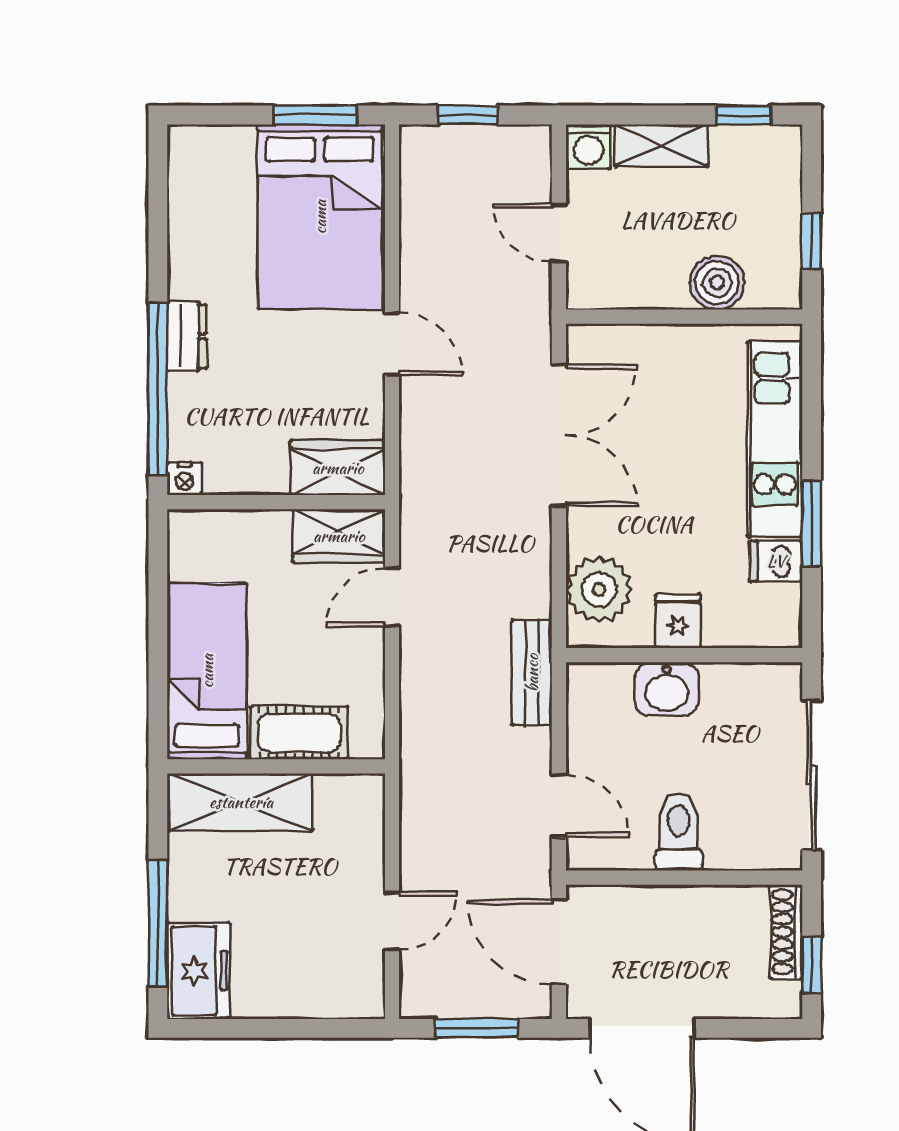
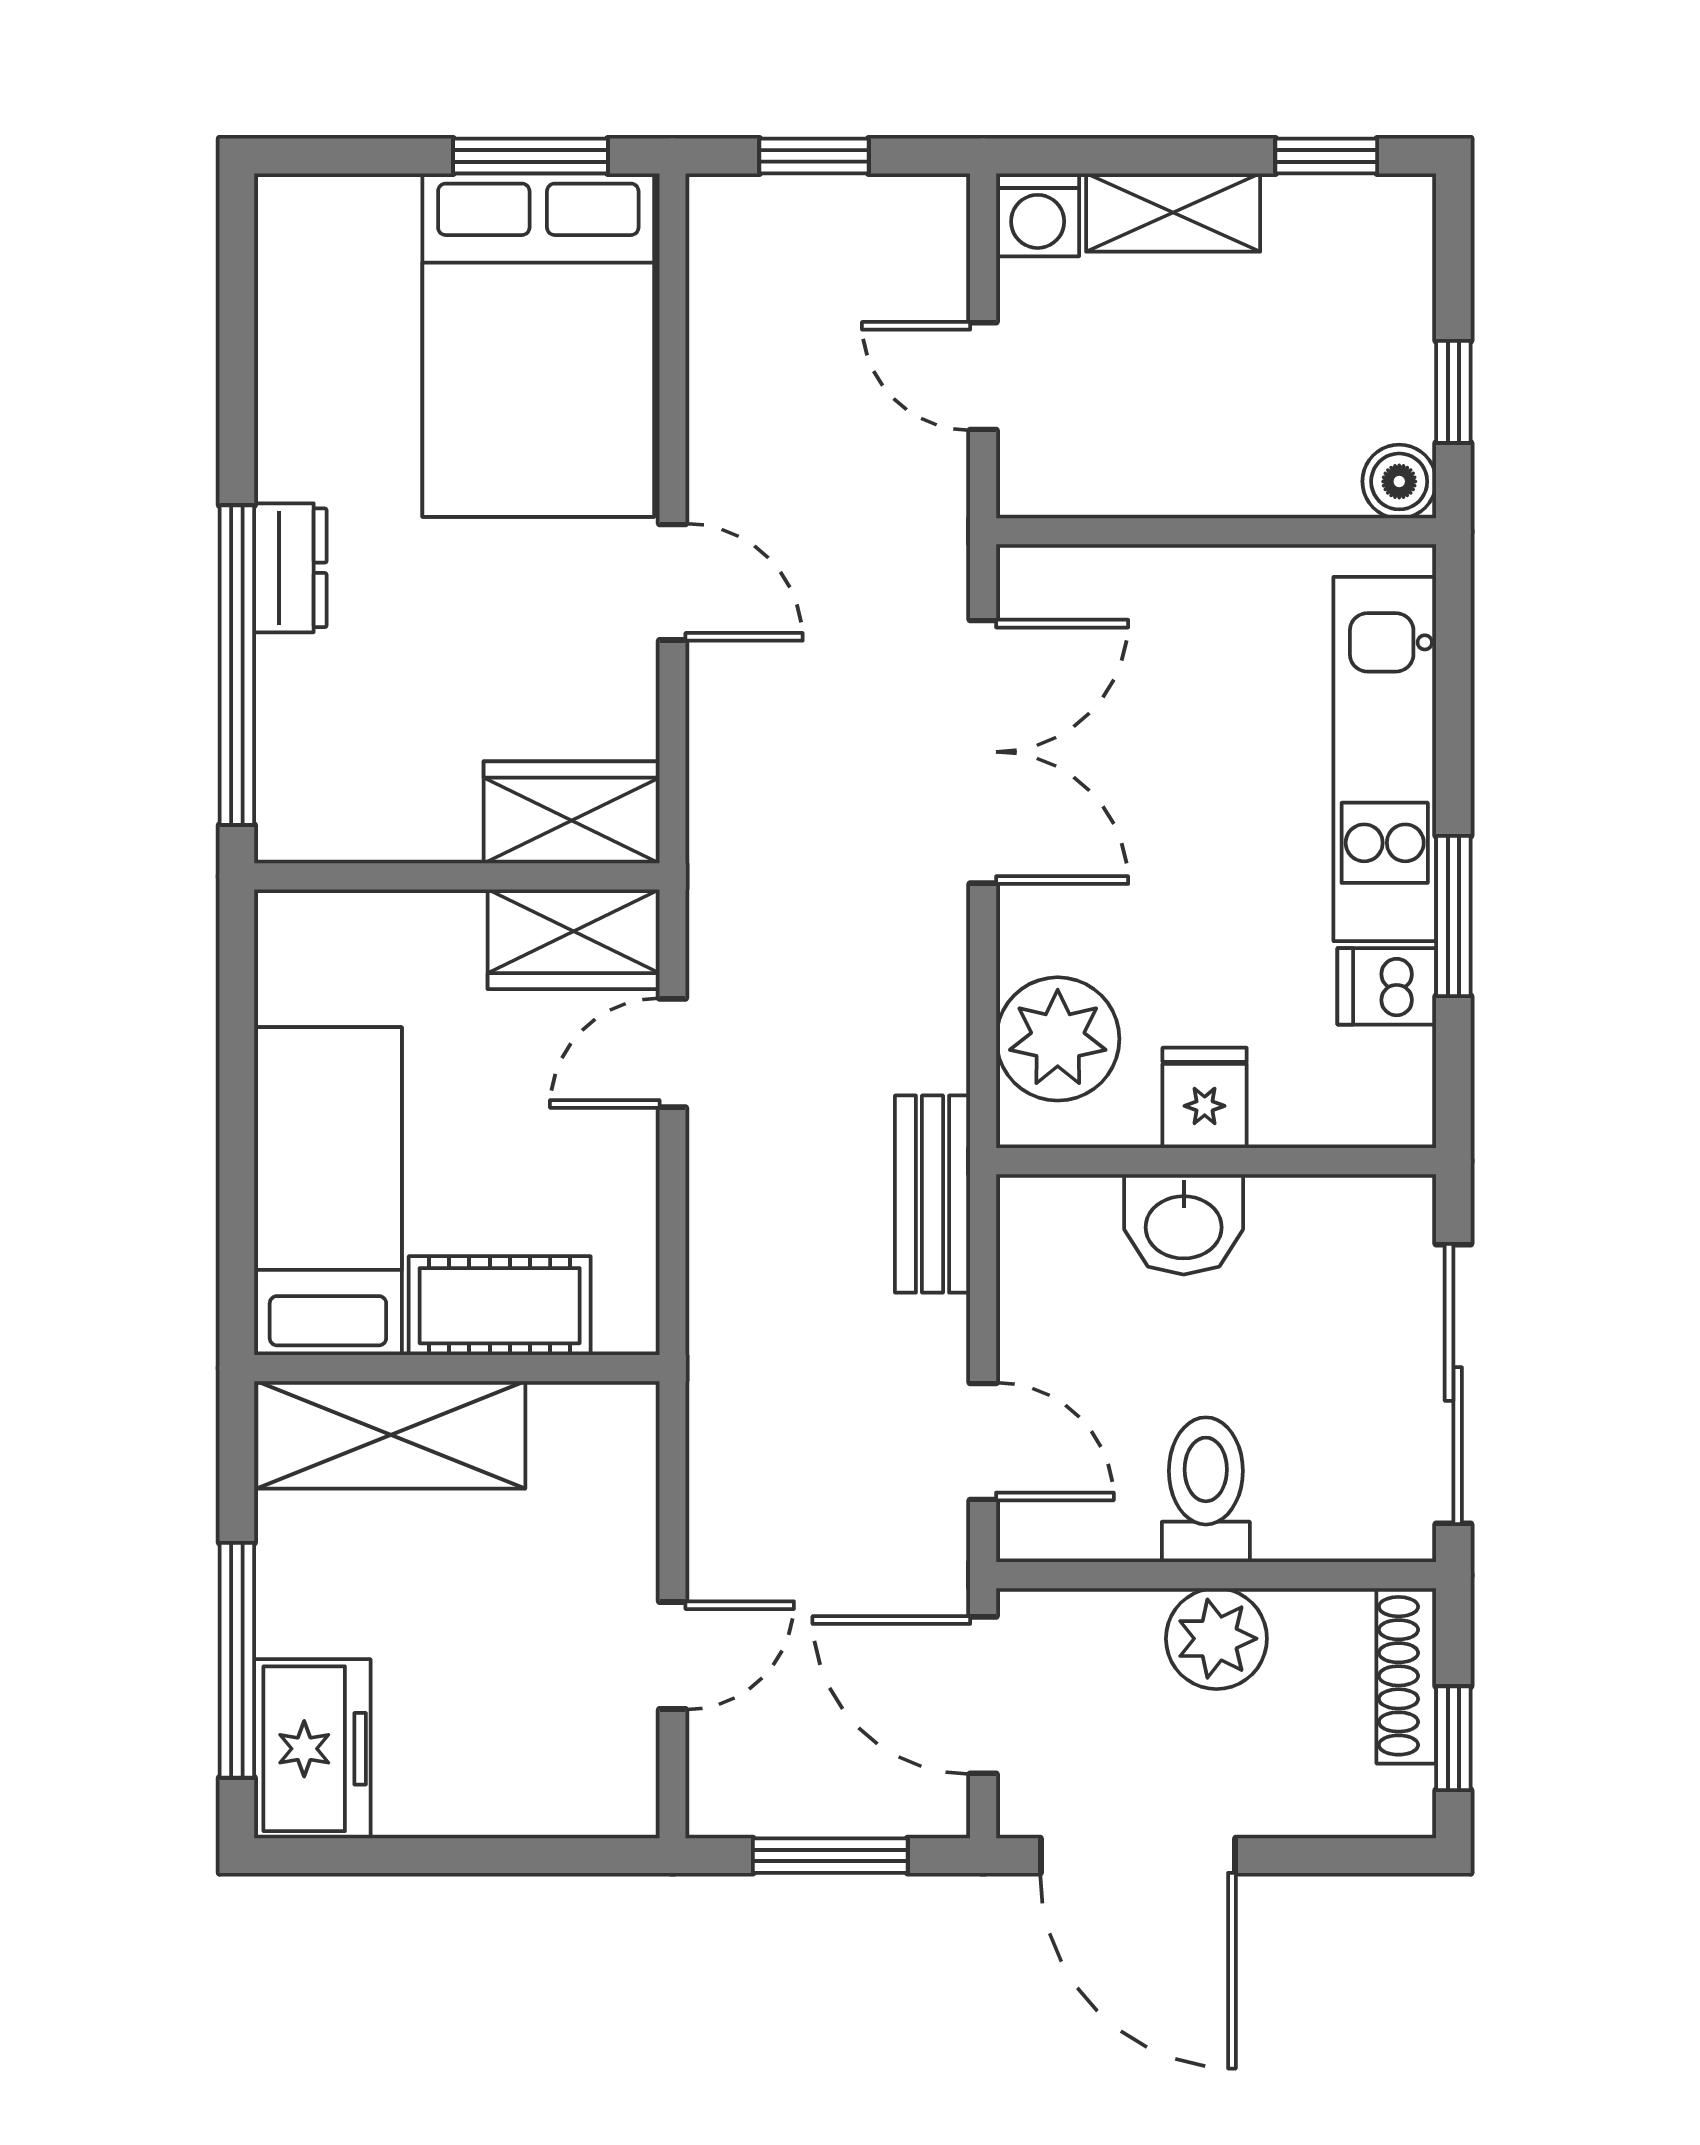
boiler: (717, 283) -> (1399, 481), moved, width x0.73, depth x0.73
nightstand: (185, 479) -> (287, 833), removed
plant: (684, 912) -> (1216, 1639), added

